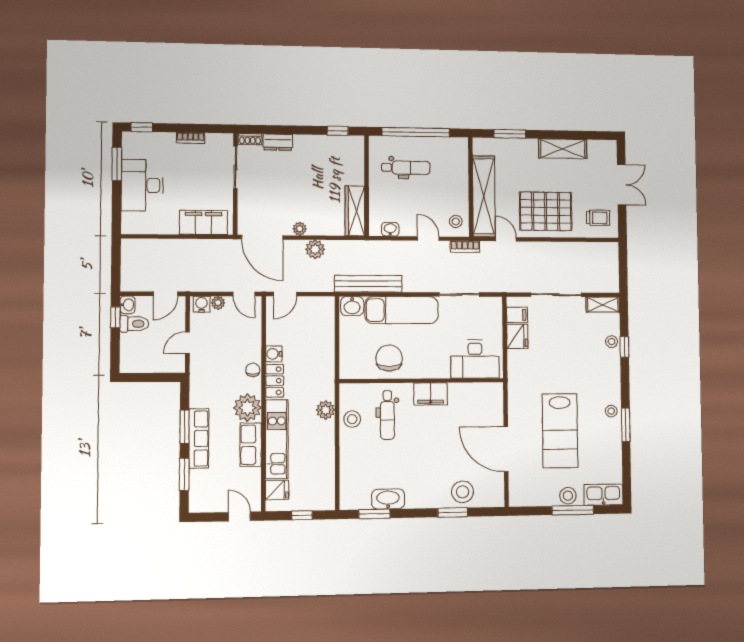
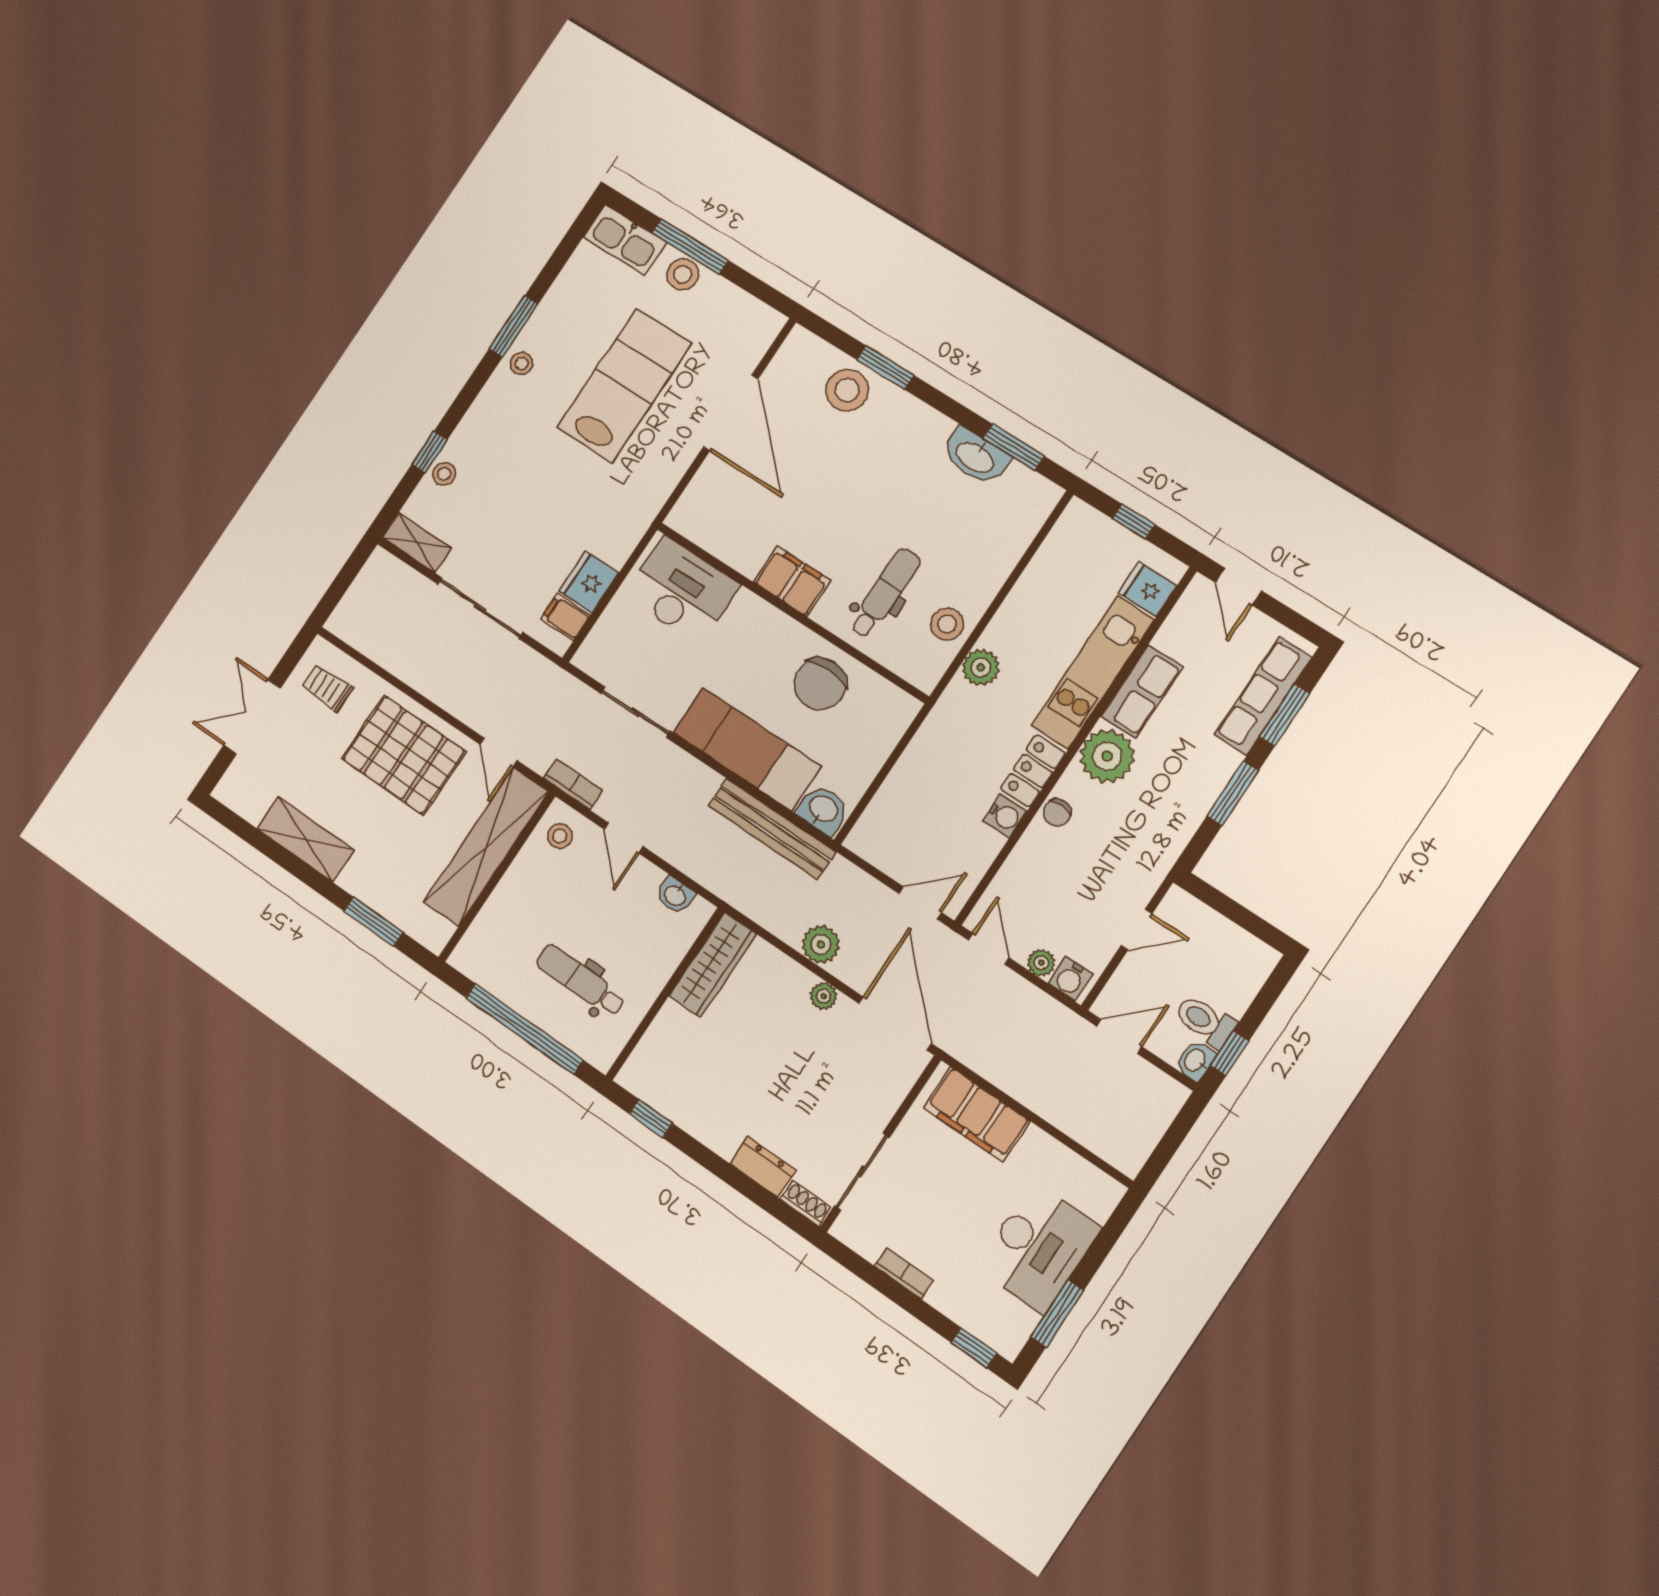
row of seats: (199, 438) -> (1263, 696), moved

